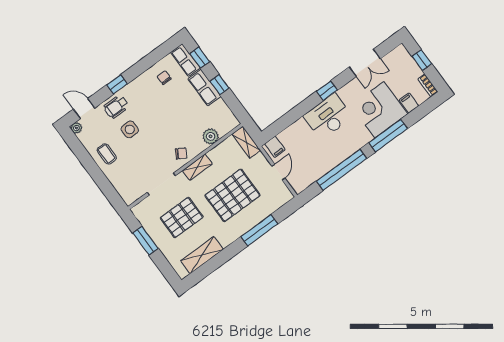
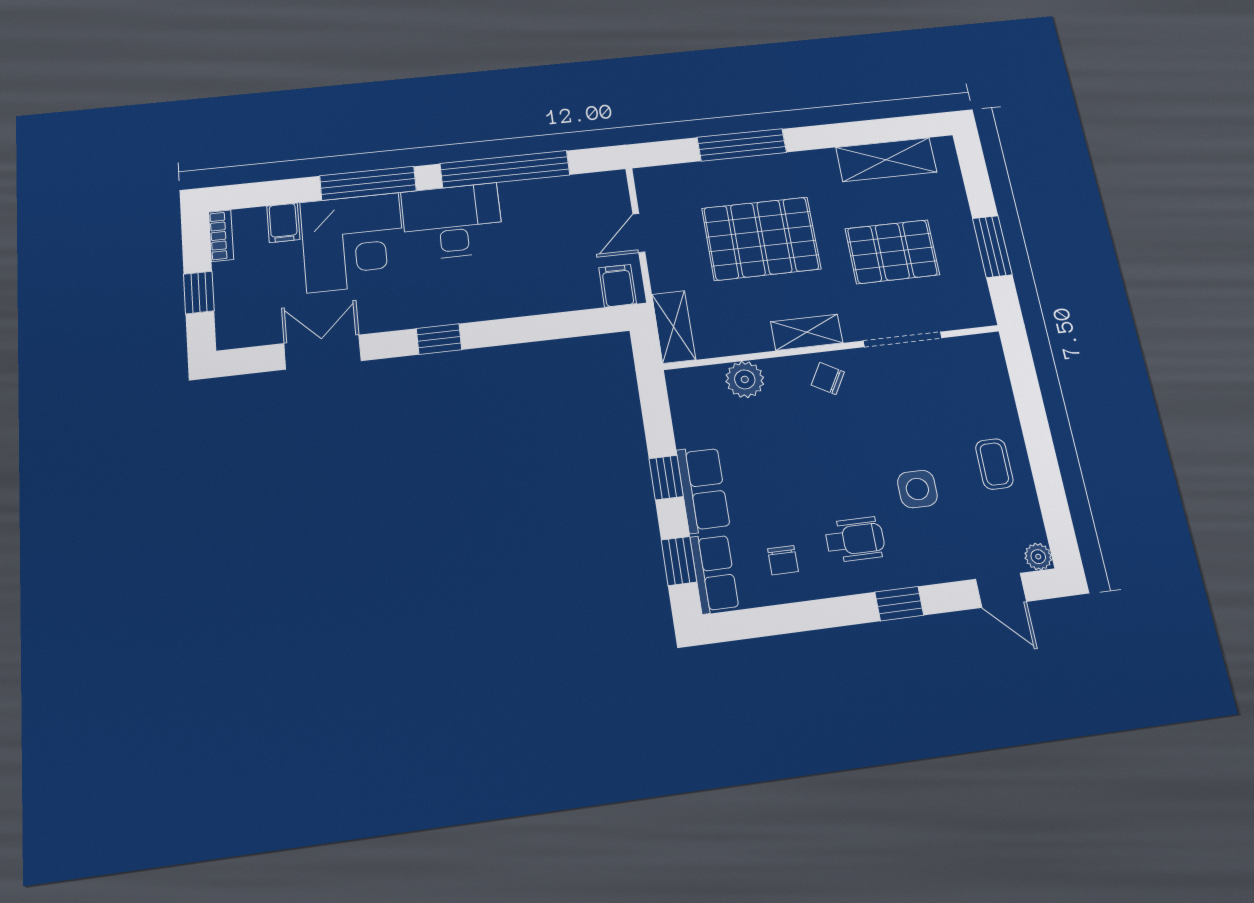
wheelchair: (116, 107) -> (855, 540), moved
desk: (328, 116) -> (452, 222), moved, turned 180

